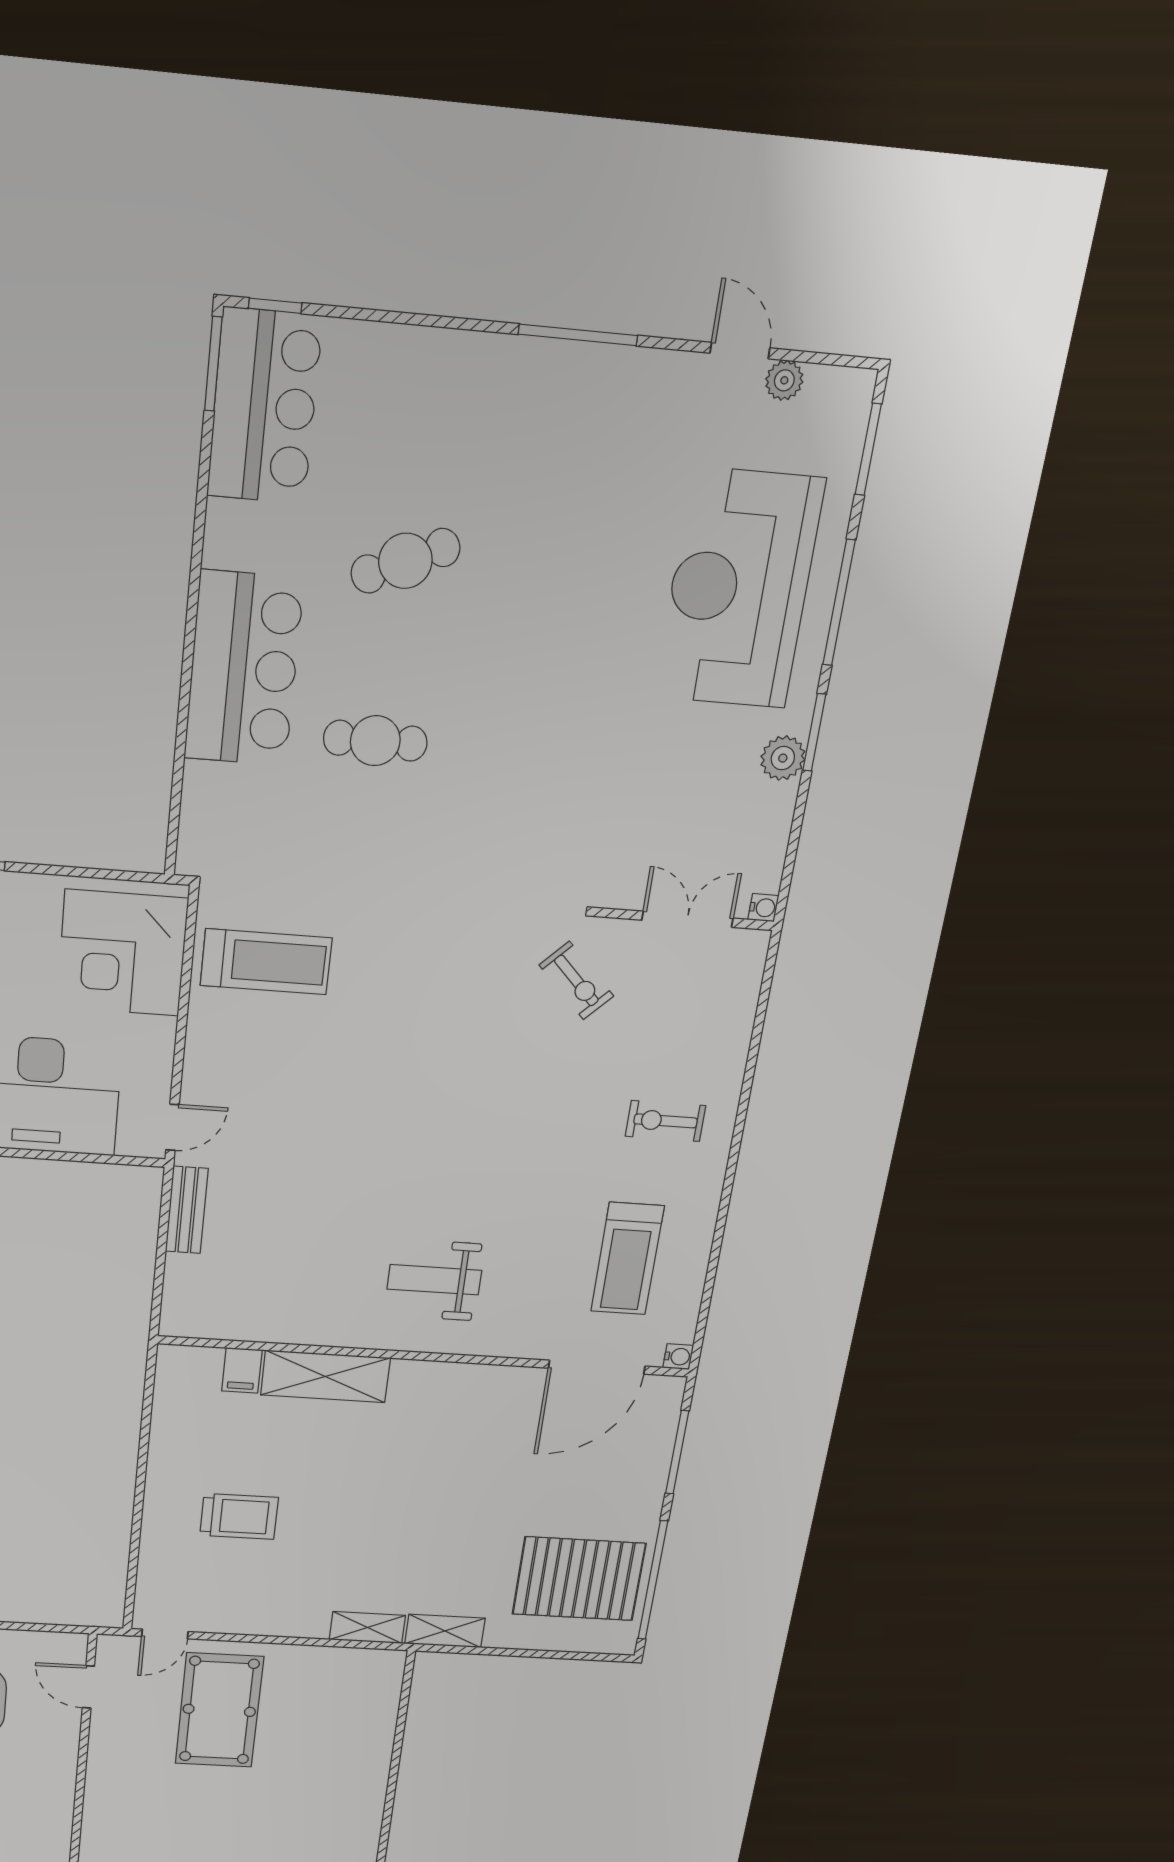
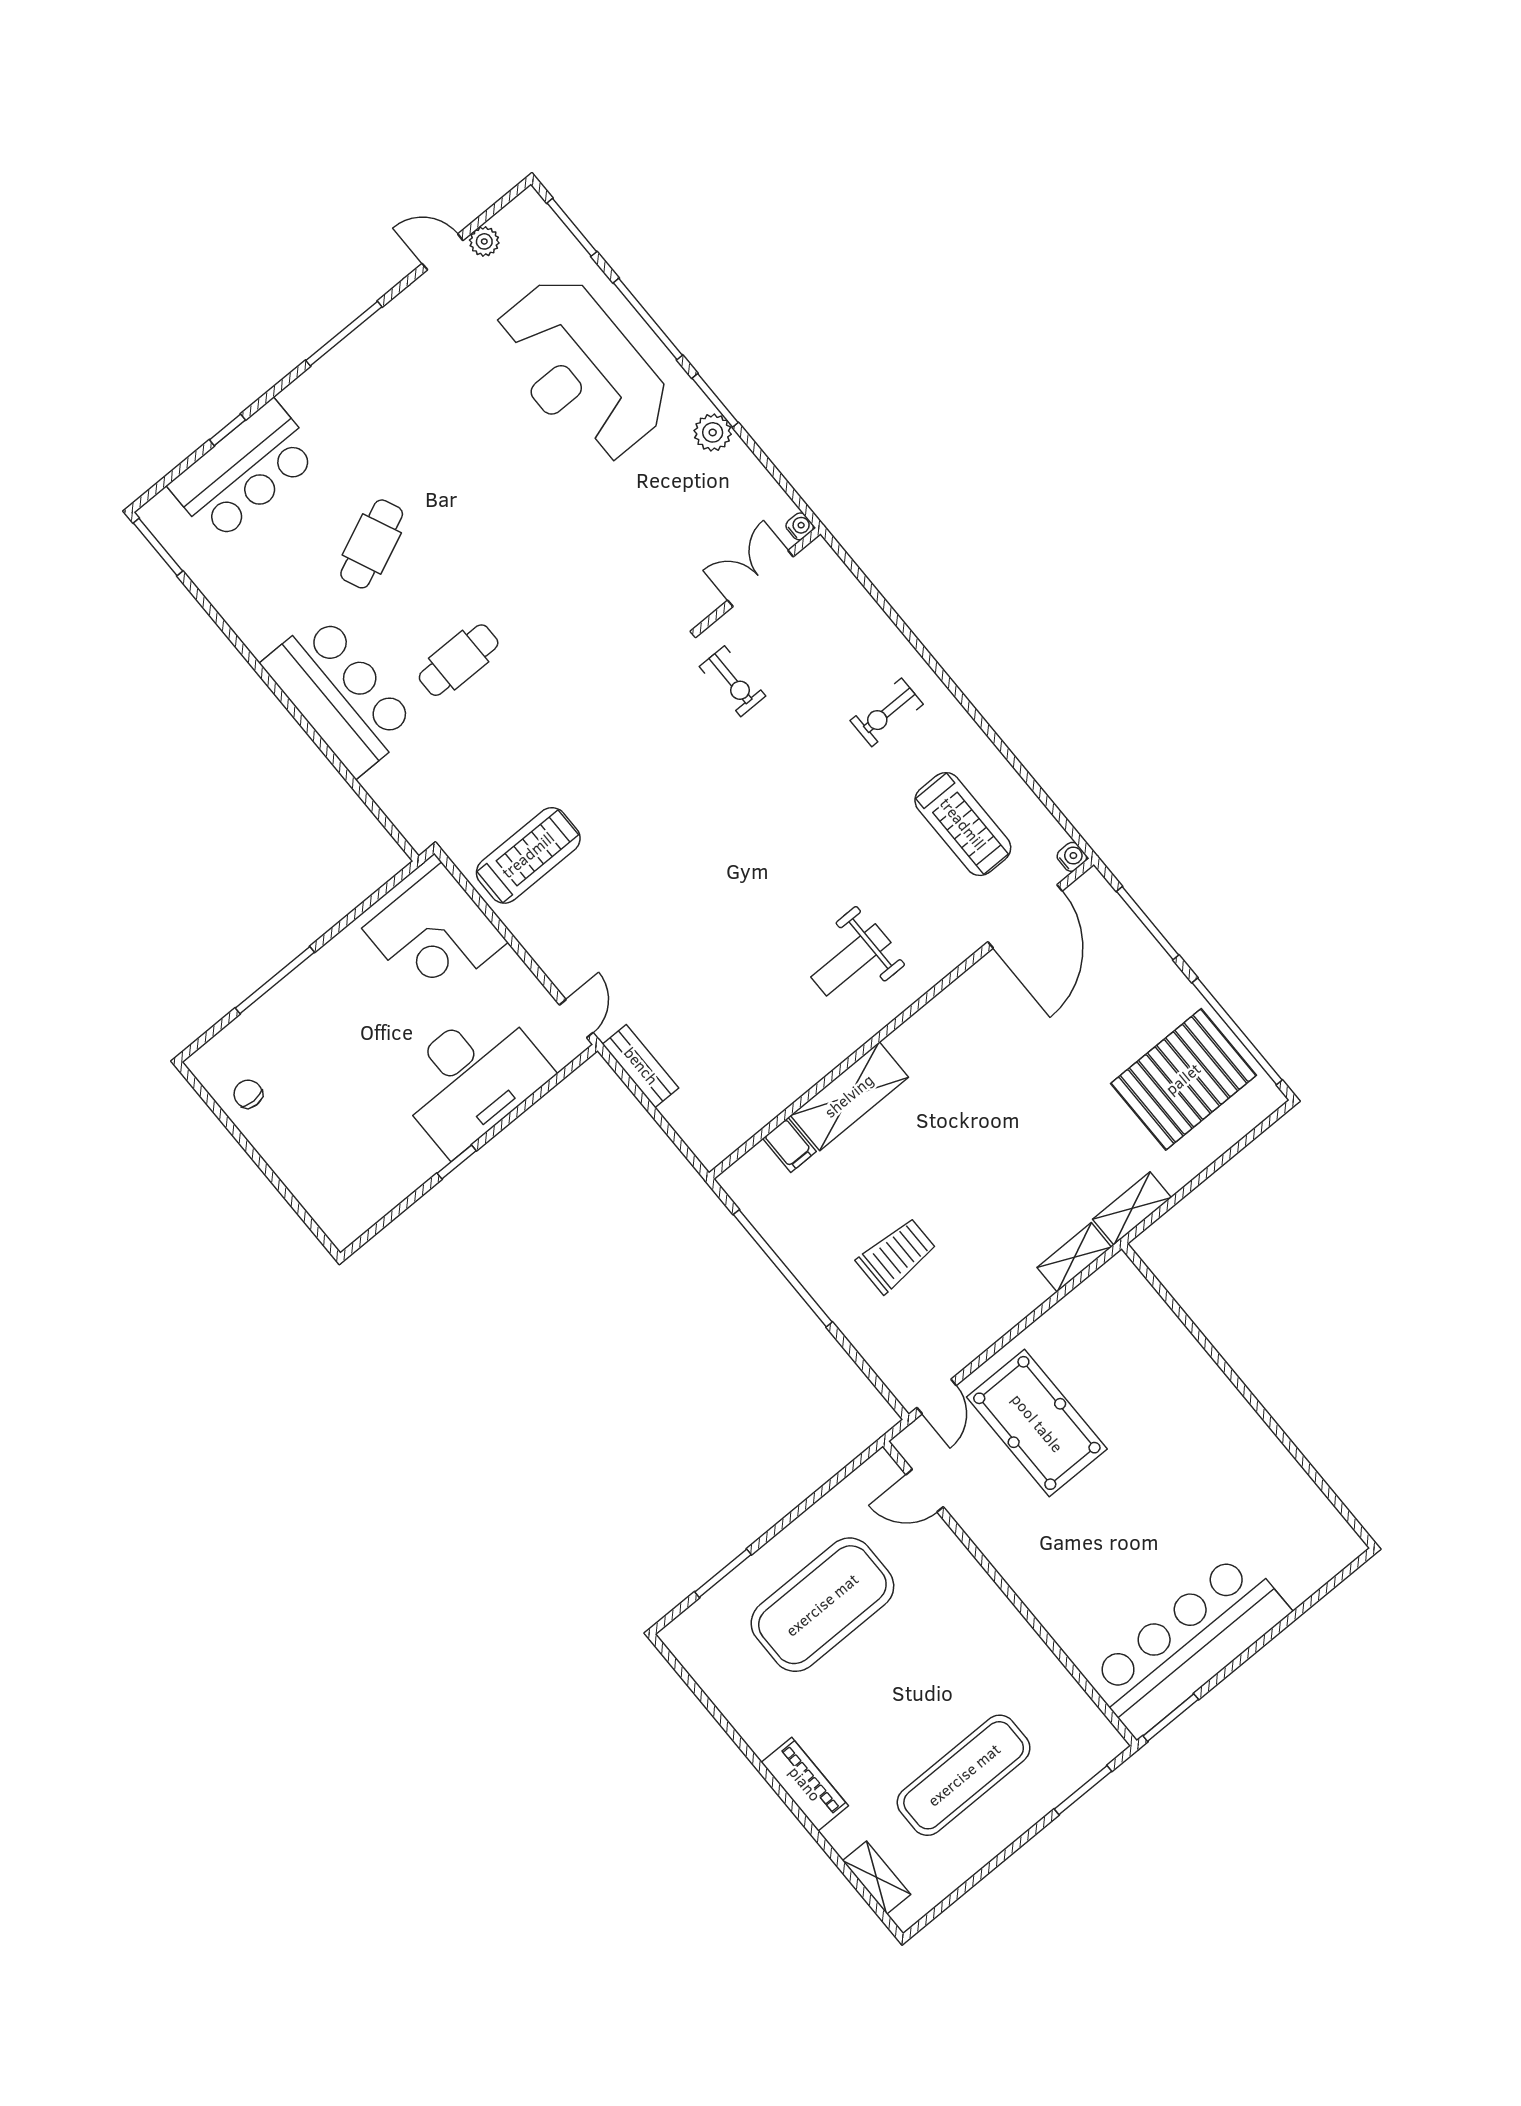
window: (275, 306) -> (227, 430), moved
bar counter: (264, 407) -> (244, 471), moved, turned 90
exercise bike: (576, 980) -> (733, 681), turned 45
window: (143, 1452) -> (783, 1268), added

